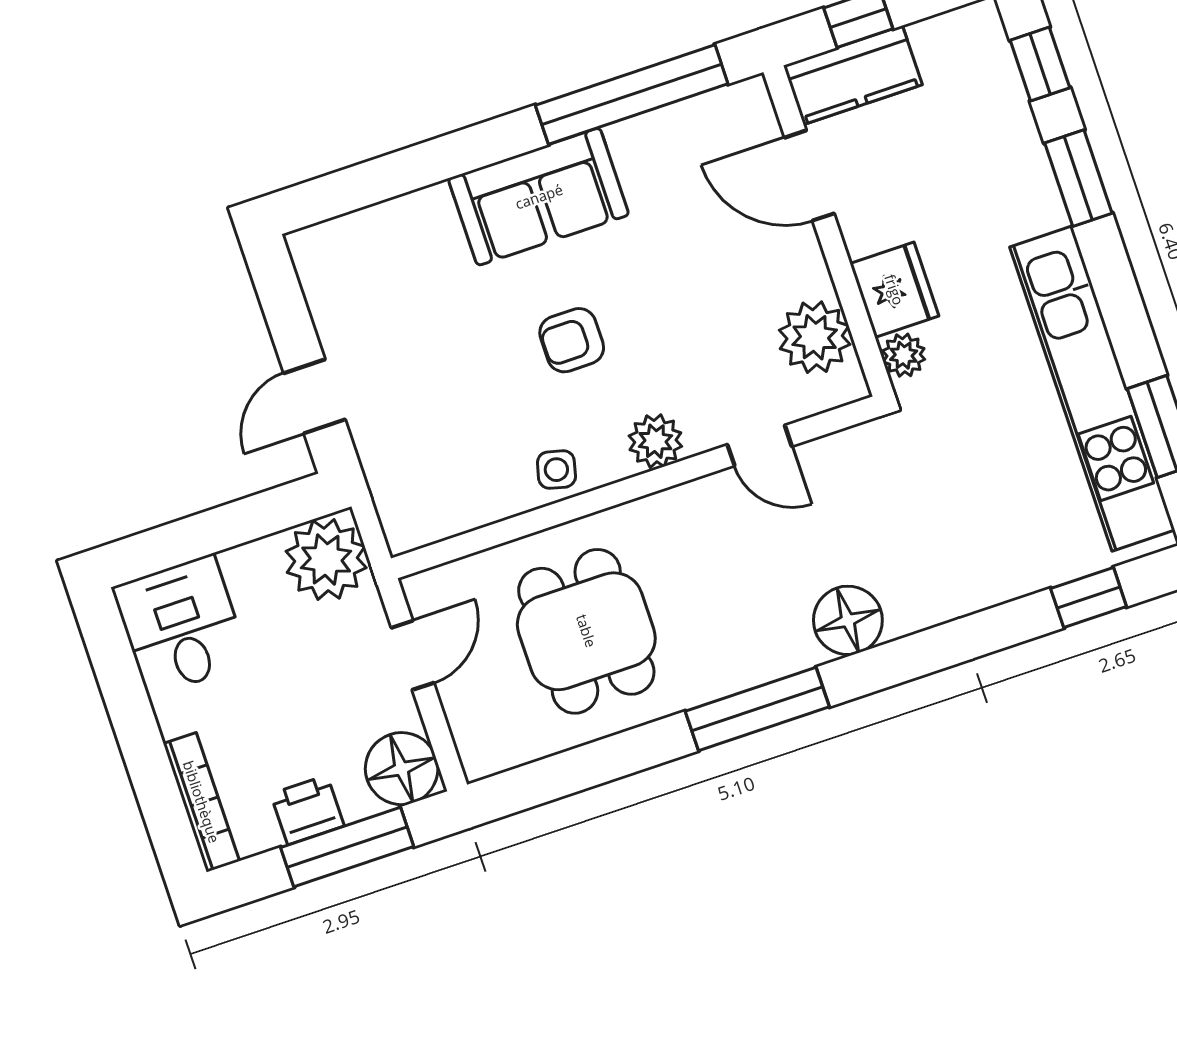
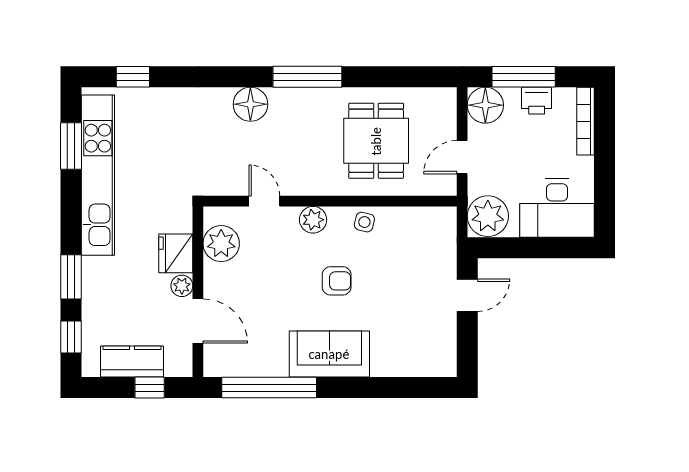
kitchen counter: (853, 75) -> (132, 362), moved
plant: (904, 355) -> (182, 286), moved
desk: (181, 625) -> (557, 208), width x1.37

